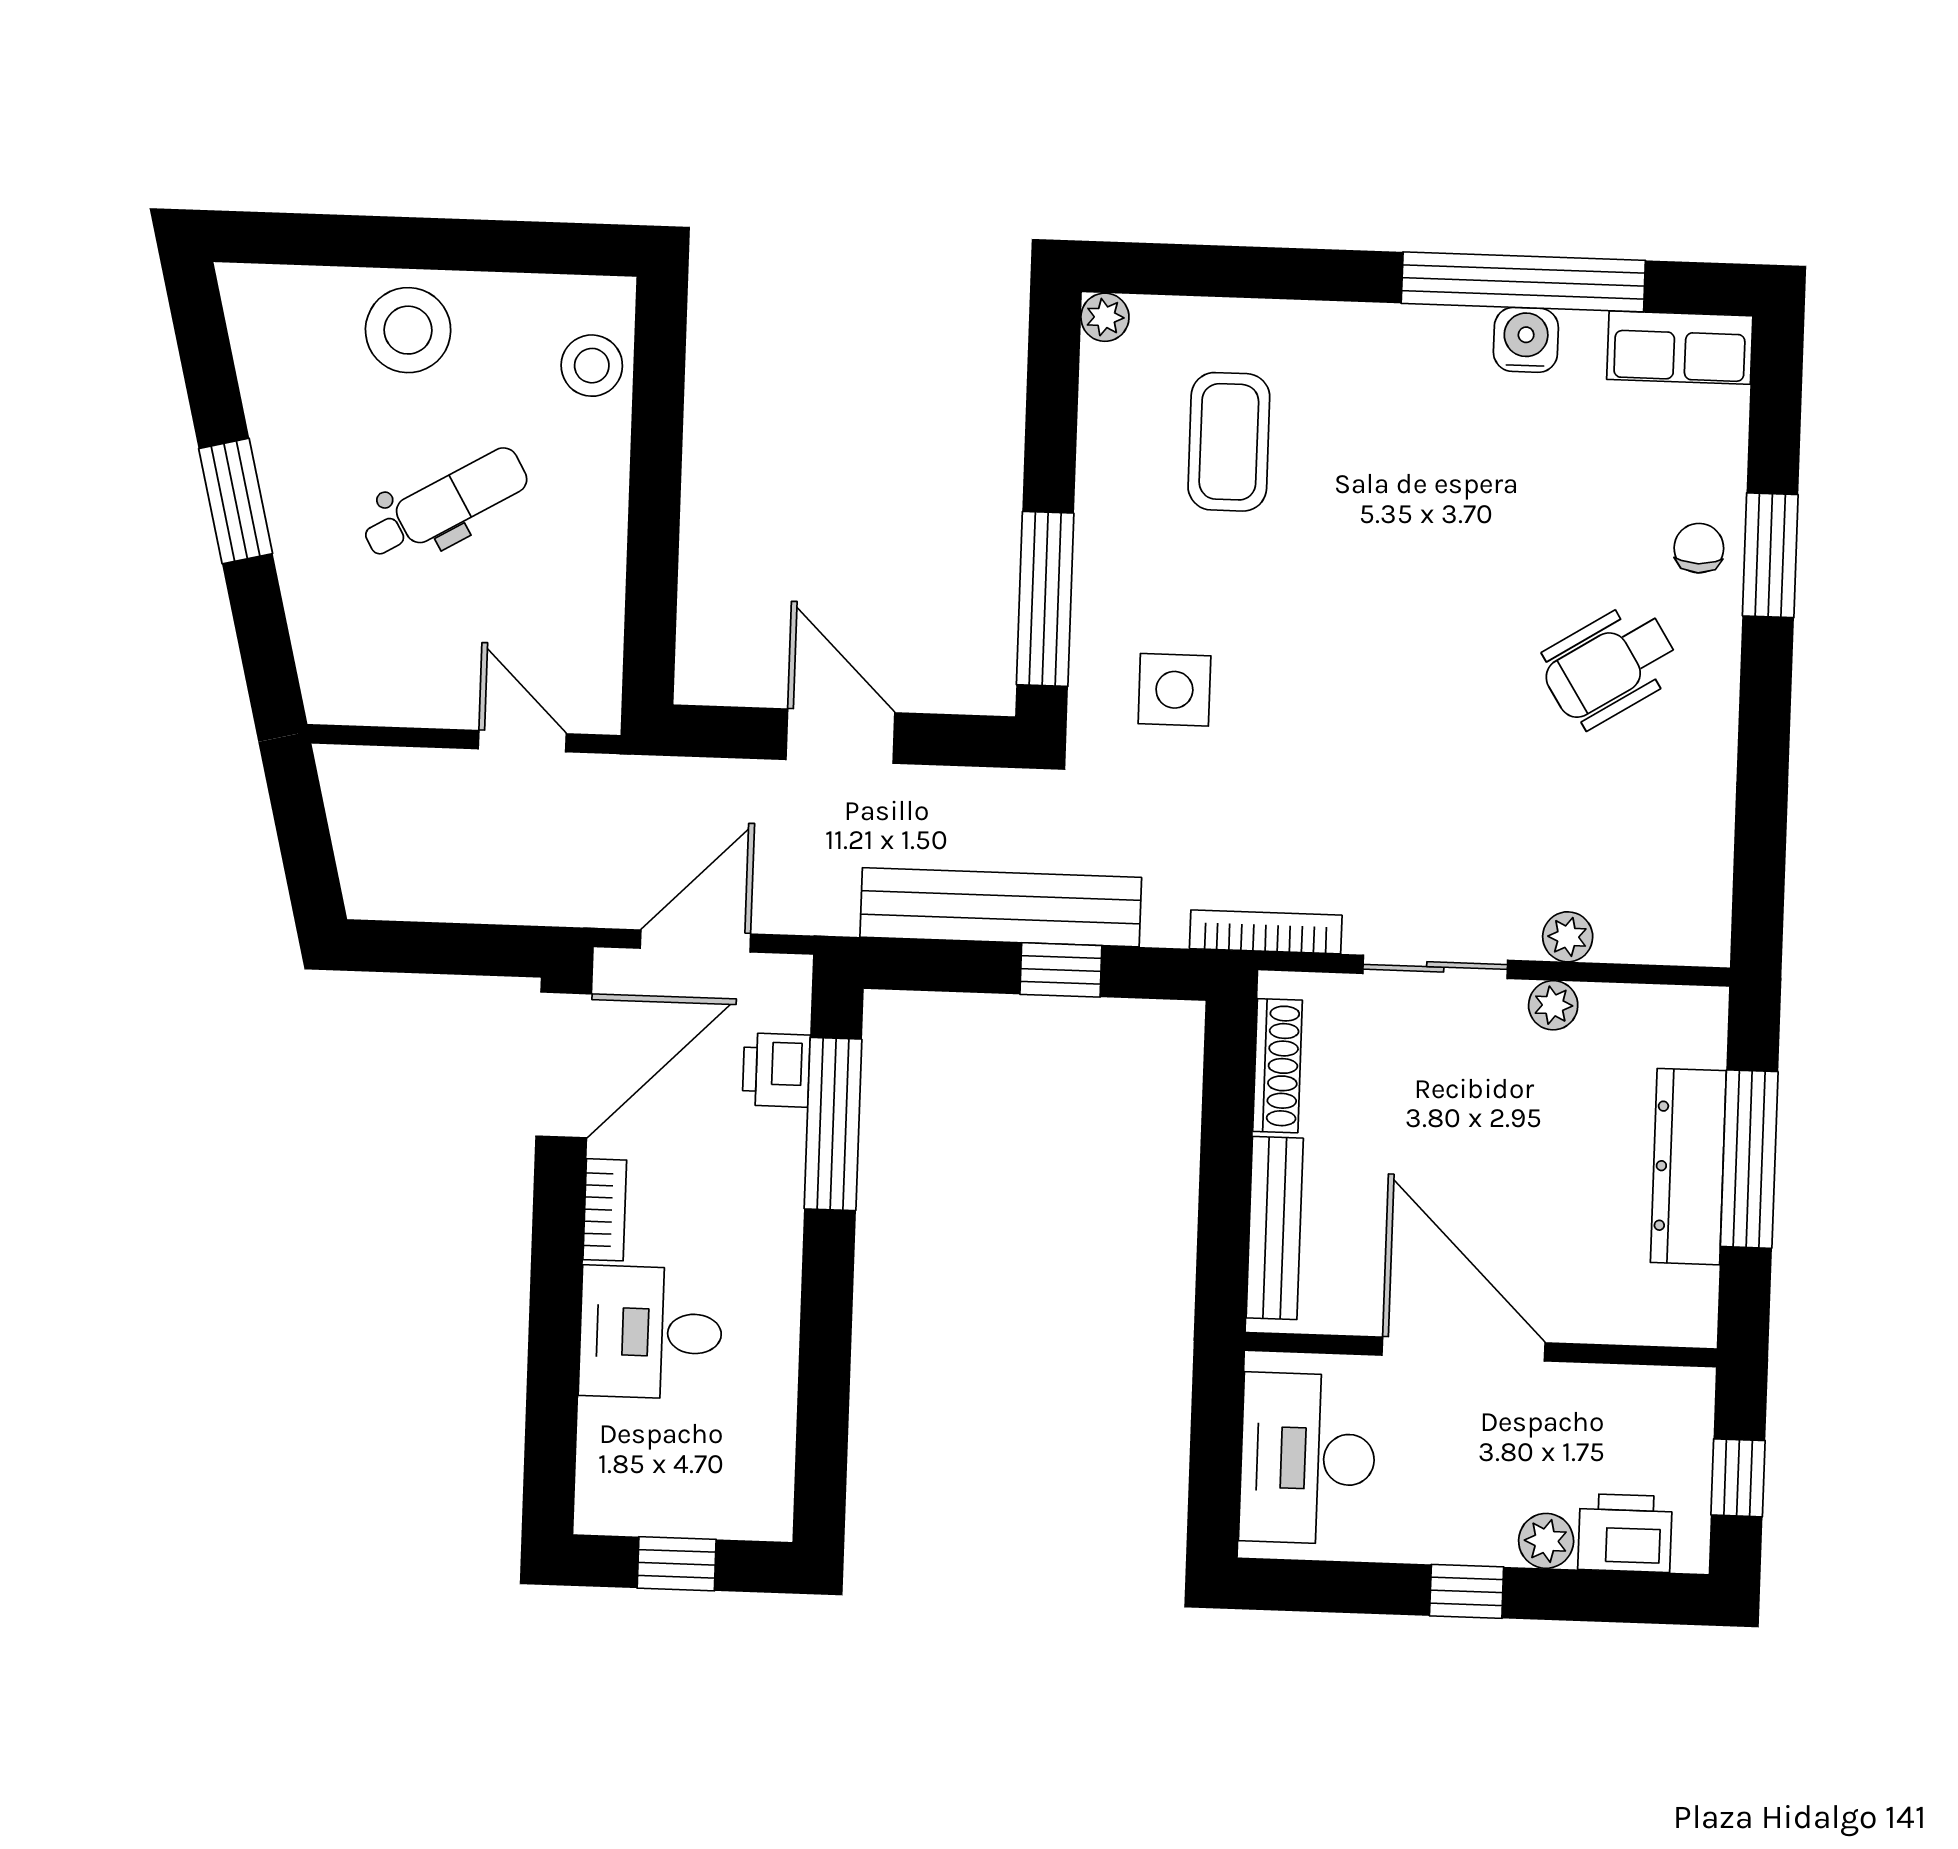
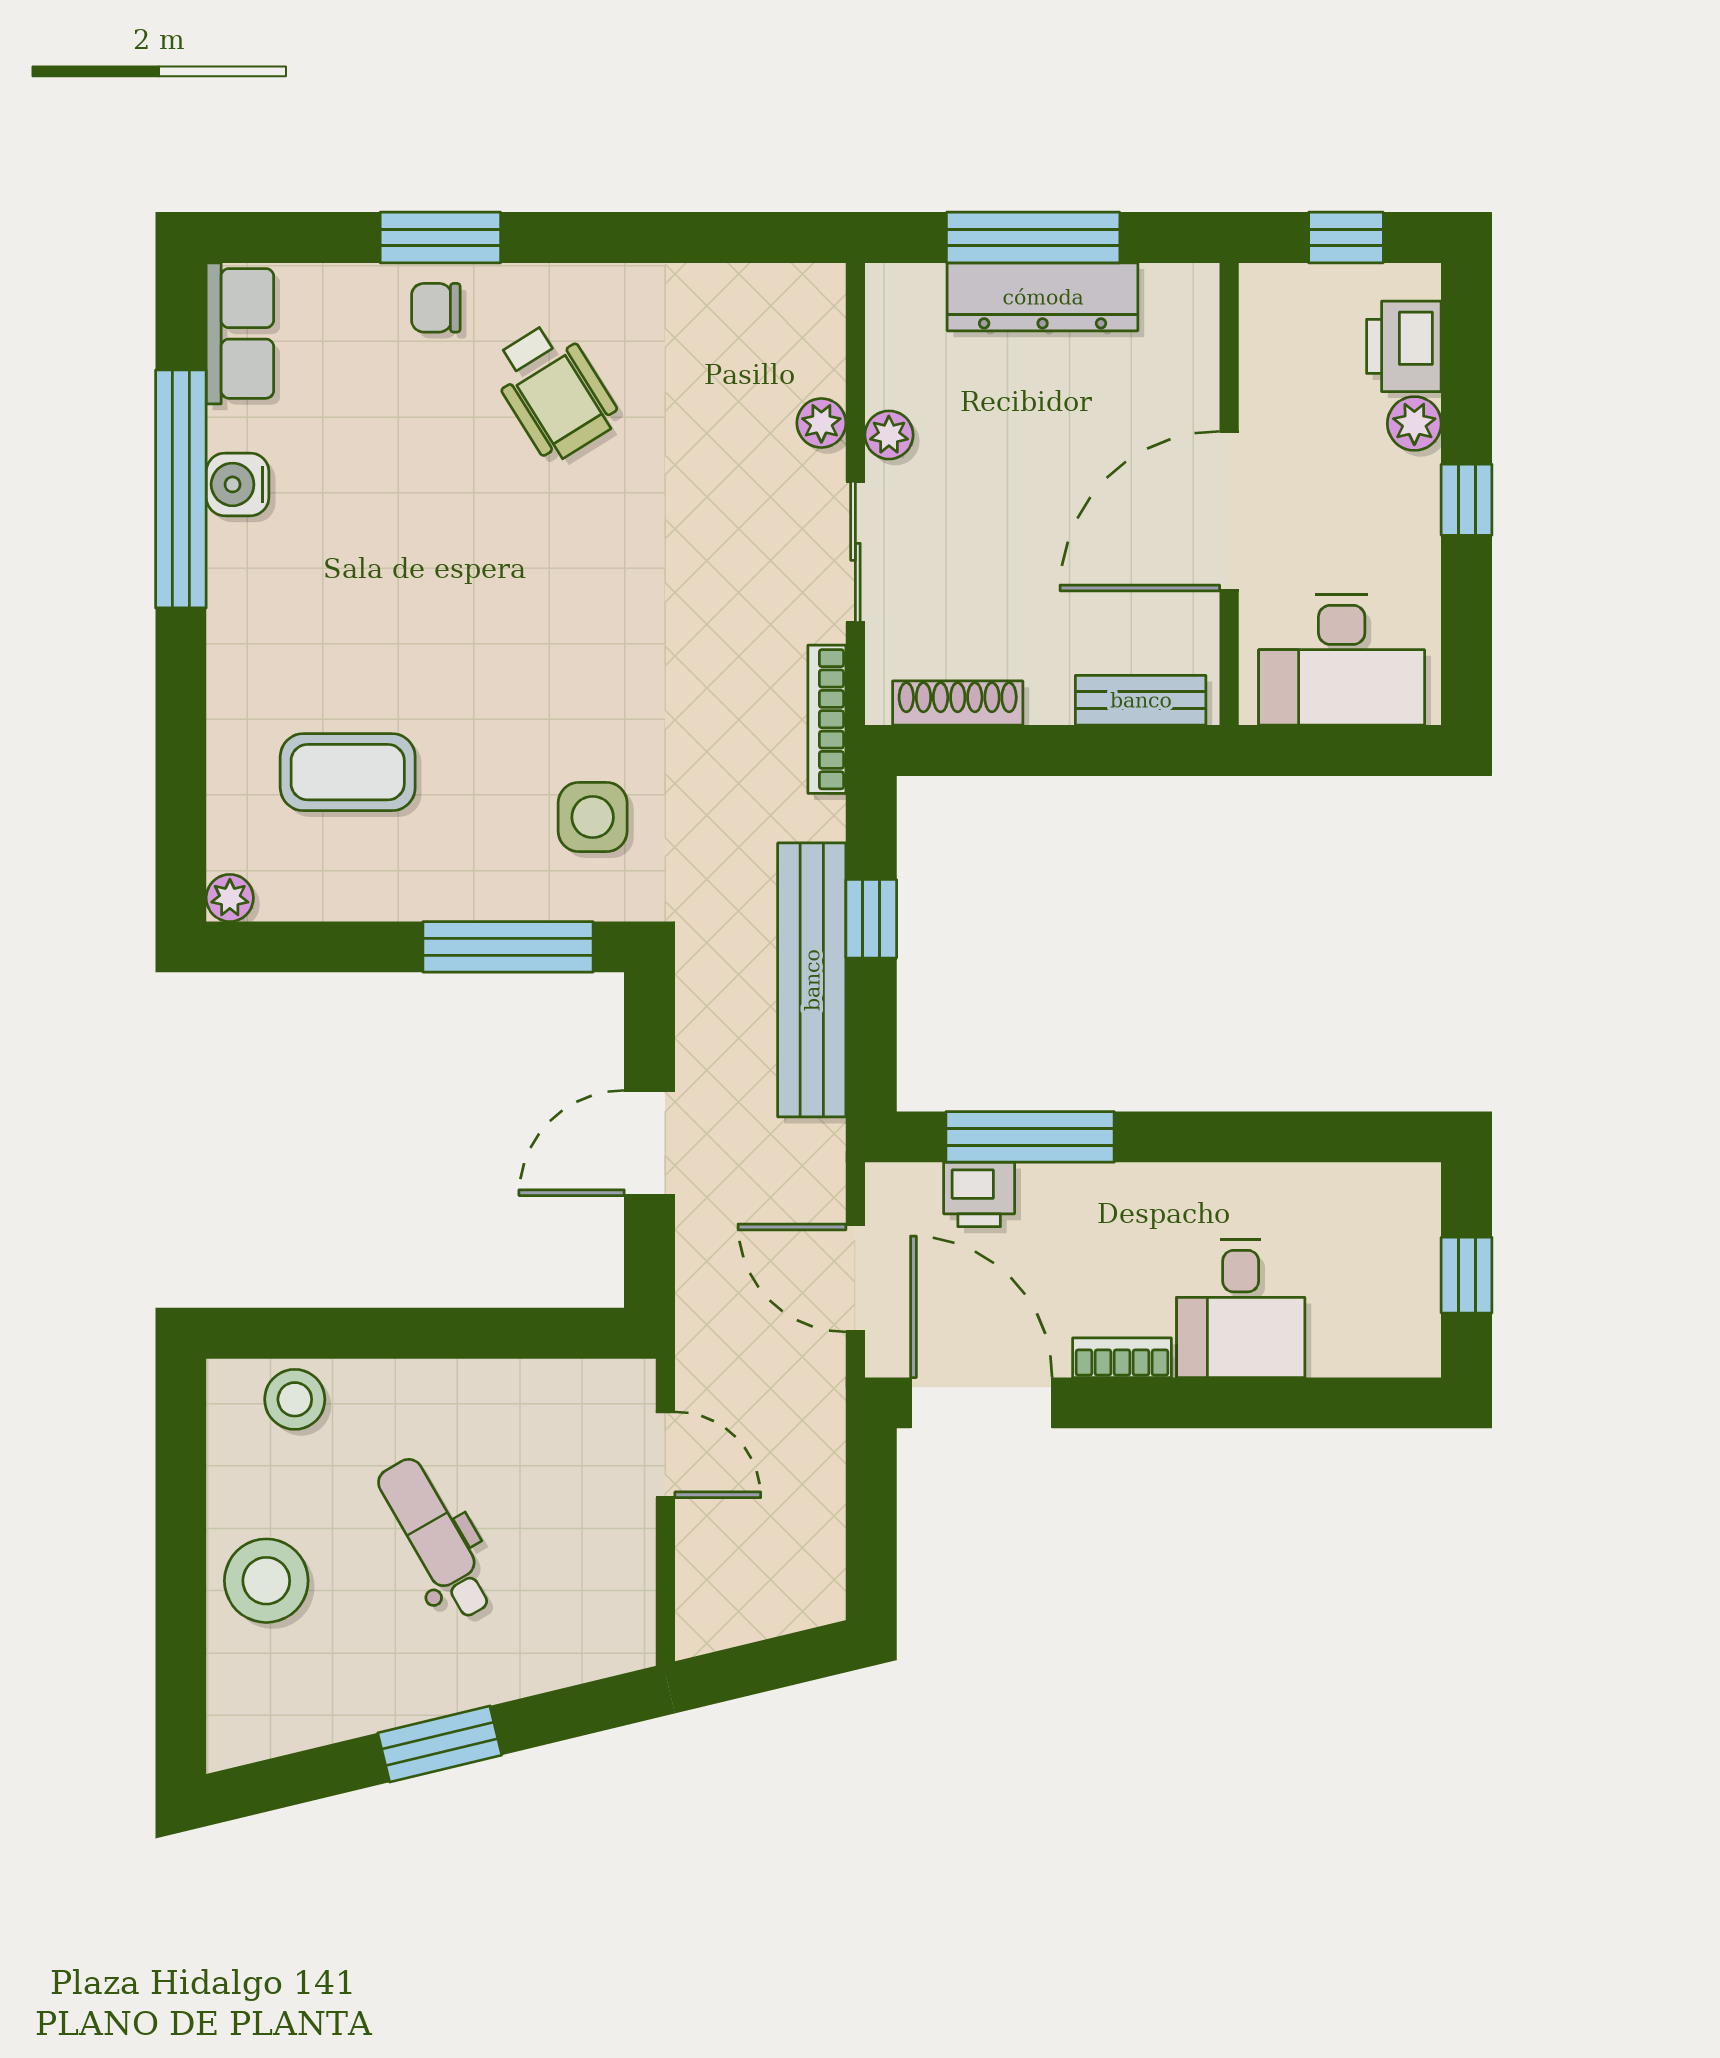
door: (522, 741) -> (665, 1455), swing flipped
bench: (1275, 1228) -> (1141, 700), width x0.73

